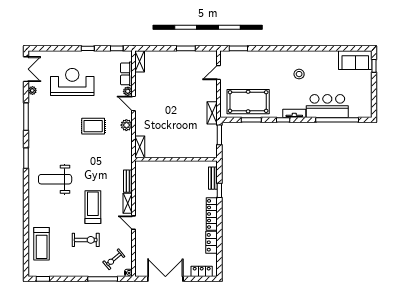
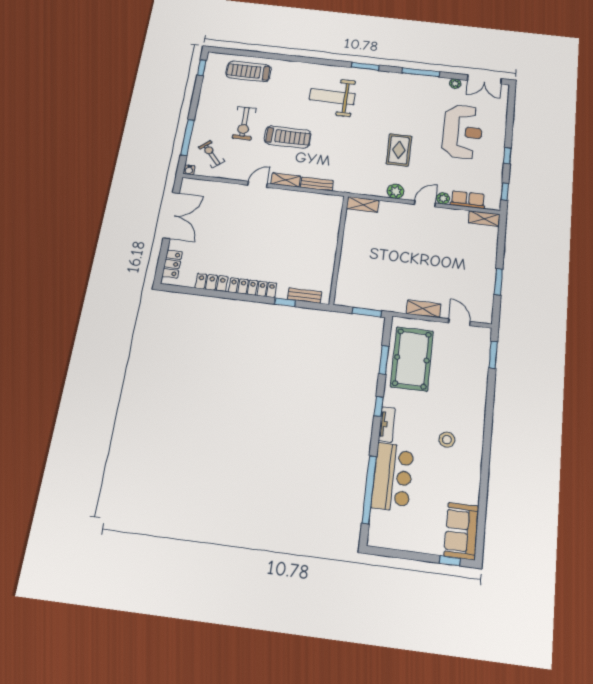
shelving: (212, 113) -> (423, 309), moved
weight bench: (55, 179) -> (332, 97), turned -90

